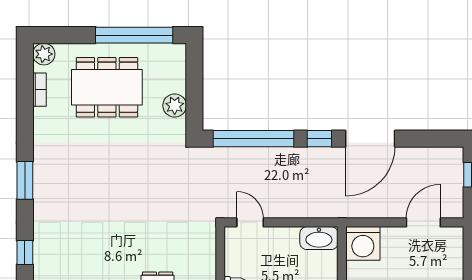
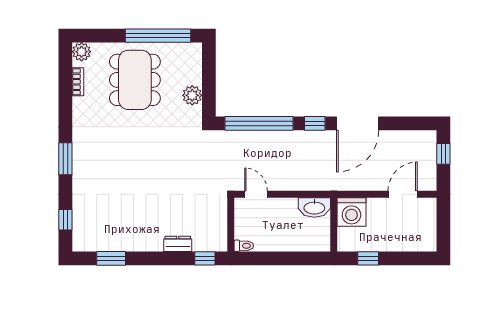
dining table: (107, 87) -> (135, 80), turned 90

